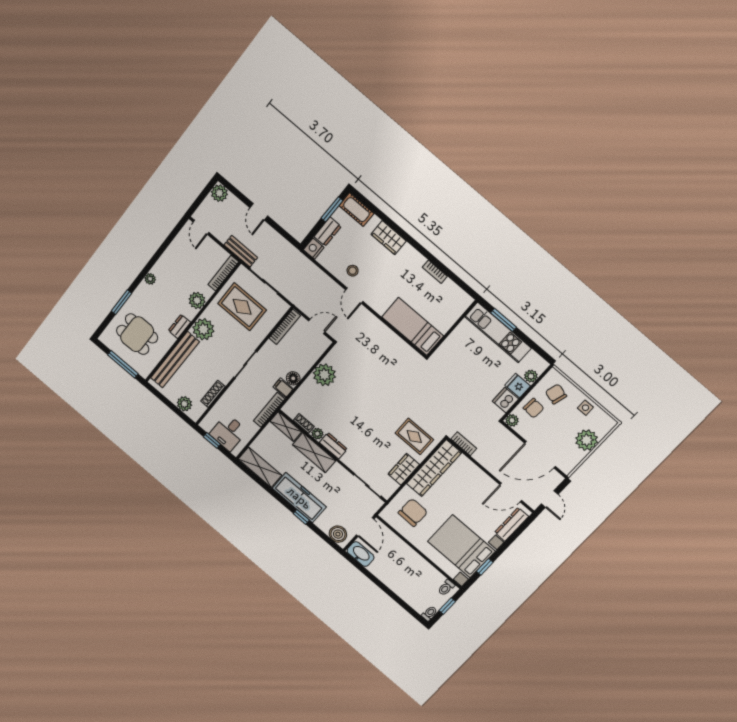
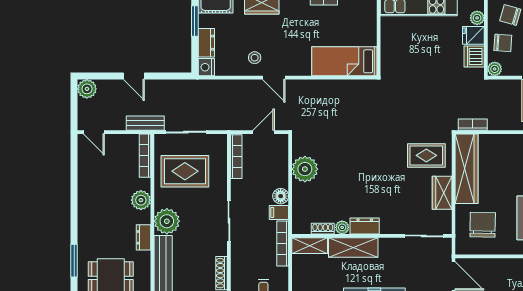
plant: (150, 279) -> (84, 217), removed

